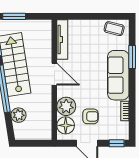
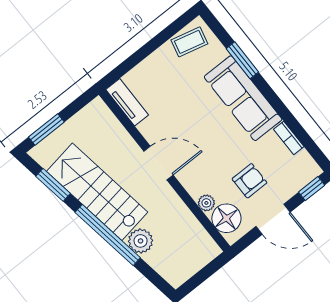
tv unit: (62, 39) -> (127, 102), width x0.71
plant: (66, 106) -> (206, 203), width x0.53, depth x0.53
plant: (19, 115) -> (141, 241), moved

